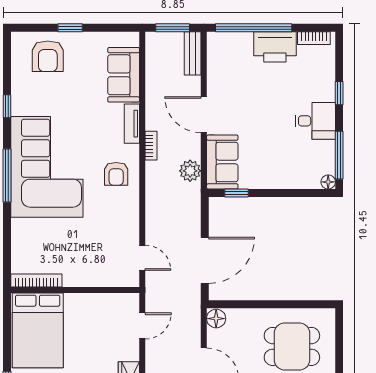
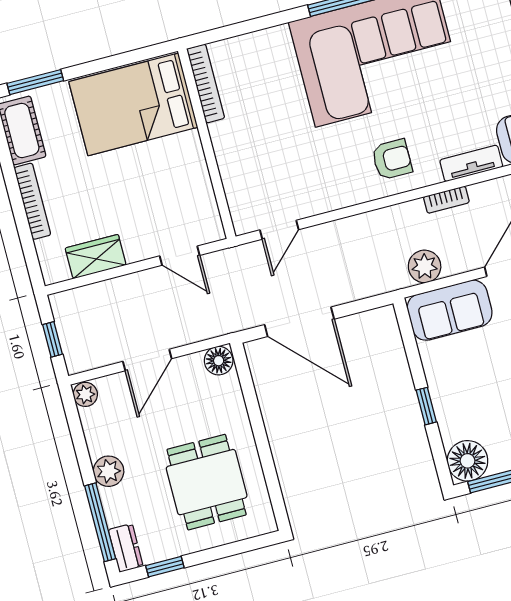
armchair: (116, 174) -> (392, 159), turned 180
floor lamp: (328, 182) -> (468, 461), width x1.89, depth x1.89
window: (237, 193) -> (426, 406), moved

